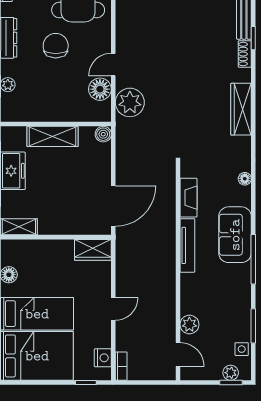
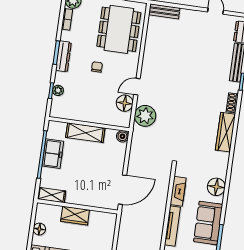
chair: (56, 46) -> (97, 67), width x0.54, depth x0.54
shoe rack: (245, 54) -> (232, 103), moved
floor lamp: (245, 179) -> (216, 187), width x1.89, depth x1.89
wardrobe: (93, 250) -> (75, 216), moved

